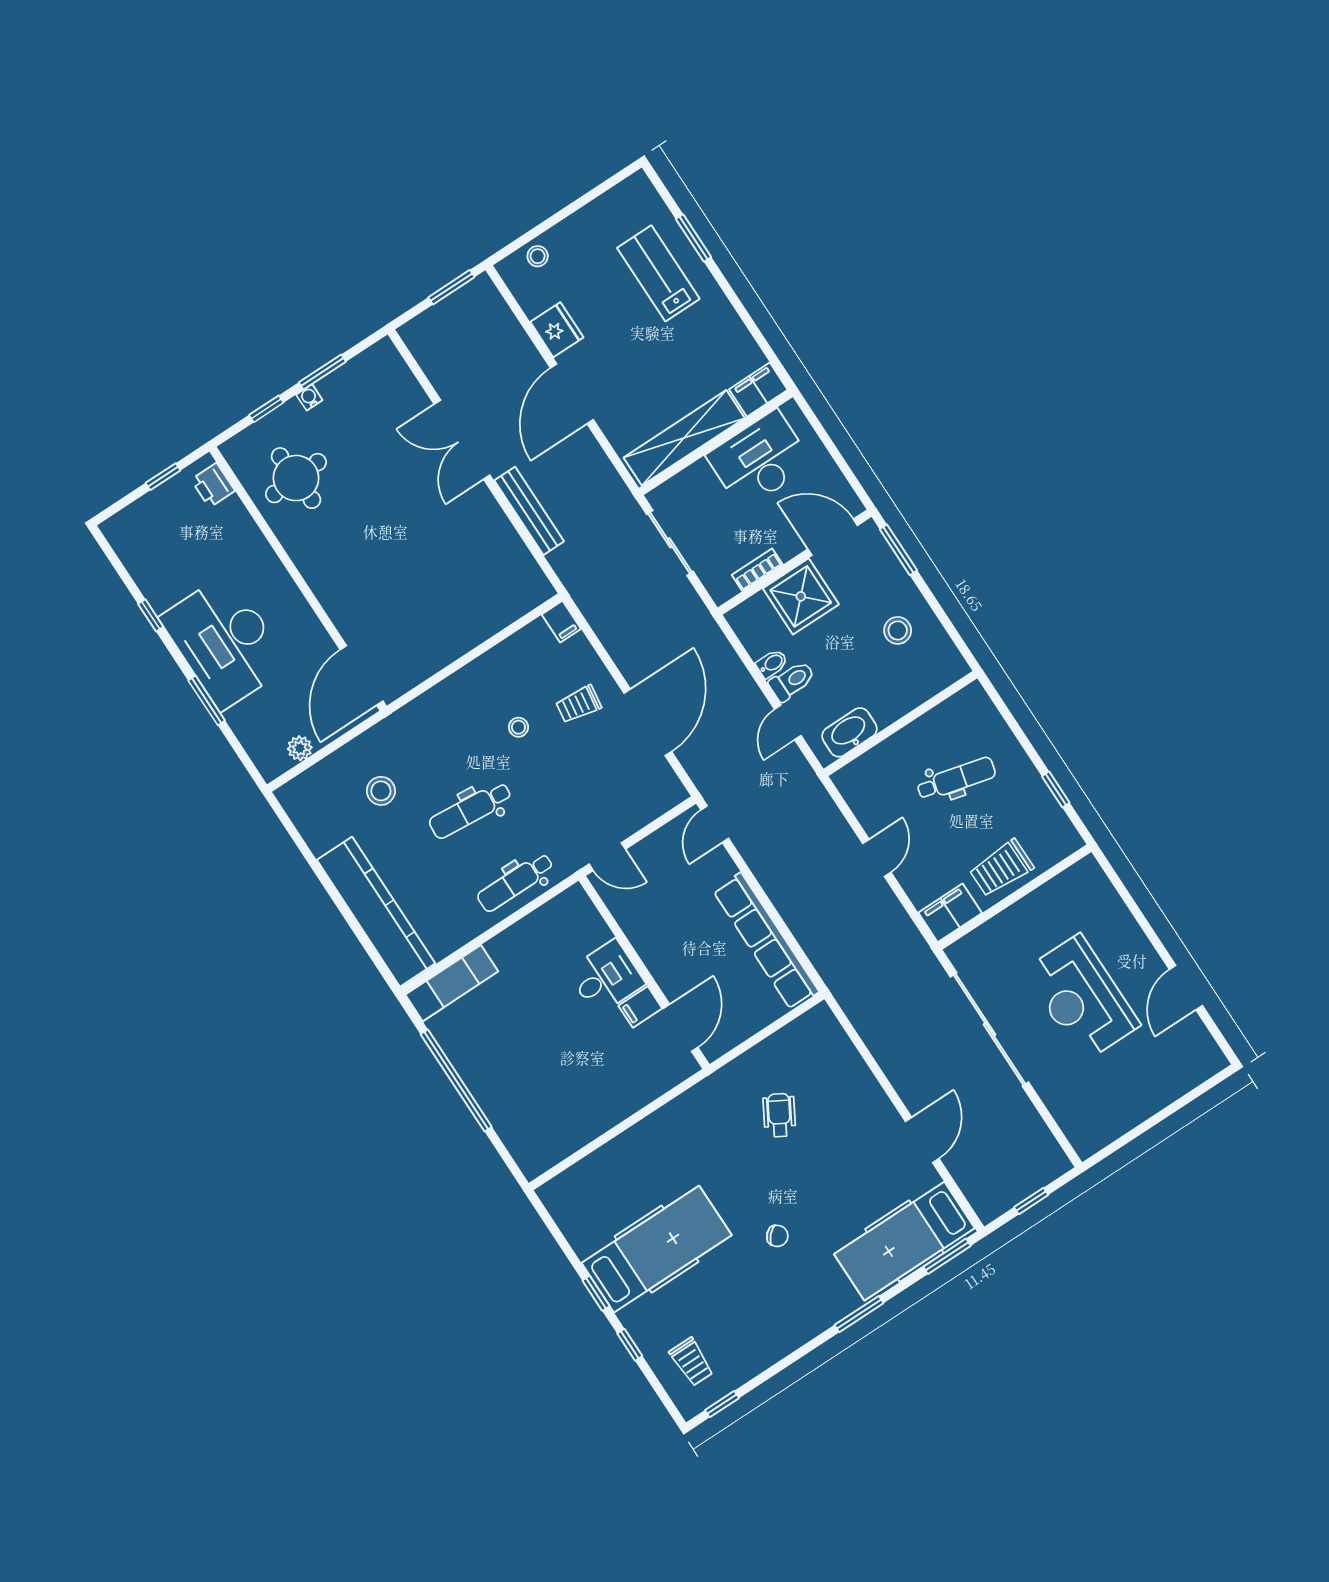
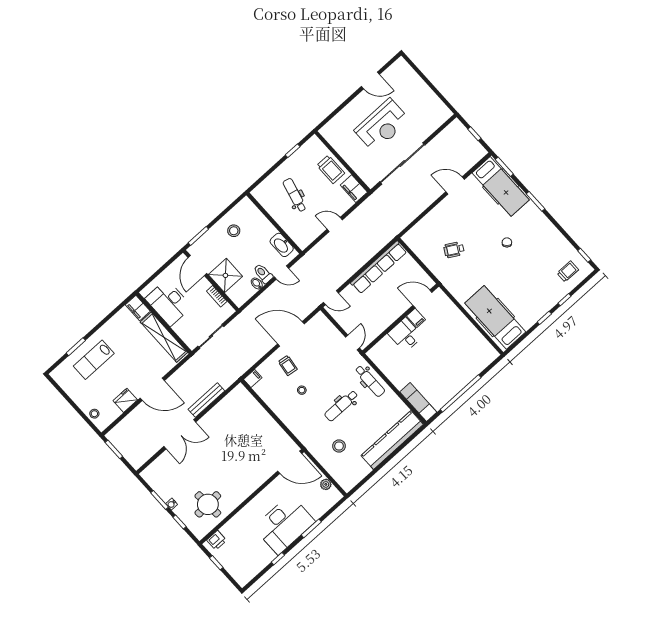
dental chair: (470, 810) -> (341, 406), turned 85
hospital bed: (657, 1249) -> (495, 317), moved

